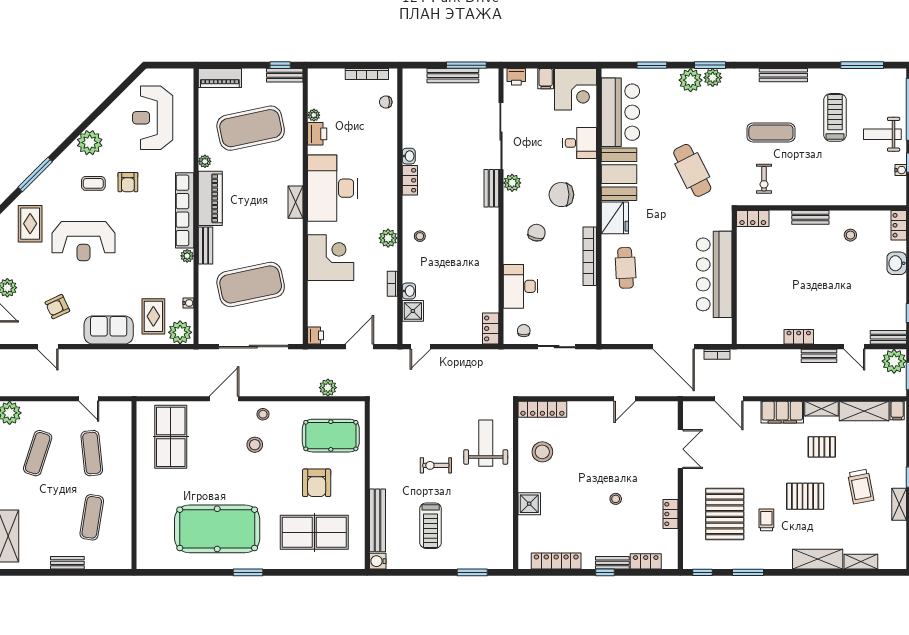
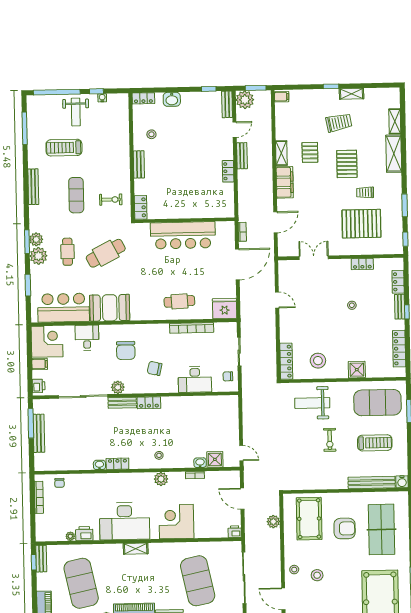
cafe table: (695, 119) -> (68, 252), added
fridge: (615, 218) -> (225, 309), moved
bookcase: (590, 256) -> (192, 328), moved
locker: (491, 328) -> (149, 403), moved
shelving: (864, 411) -> (283, 121), removed
exercise mat: (484, 530) -> (377, 403), added

